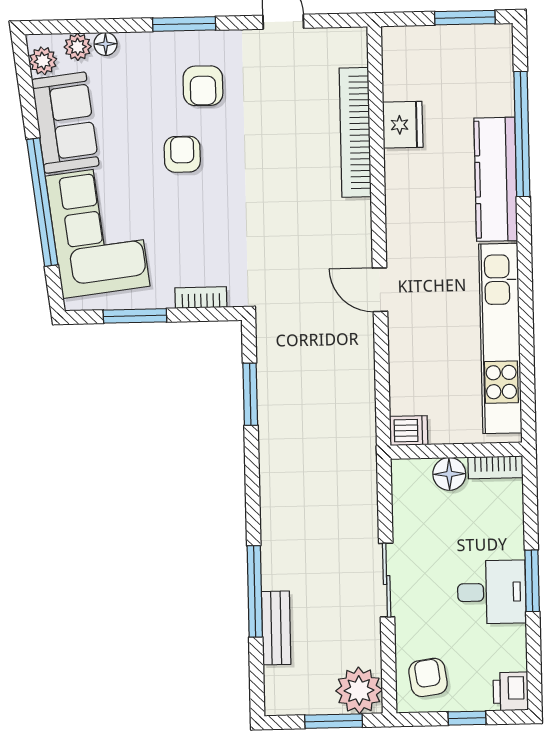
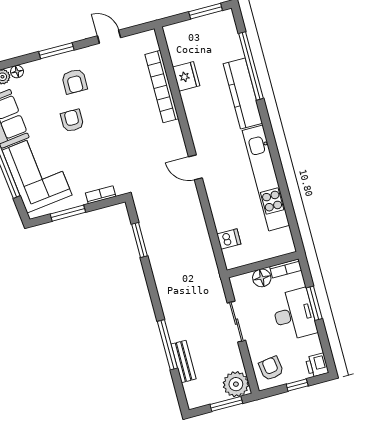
wall: (456, 451) -> (263, 265), moved
bookcase: (496, 467) -> (286, 268), moved
floor lamp: (449, 474) -> (262, 278), moved
desk: (492, 592) -> (294, 314), width x1.37

